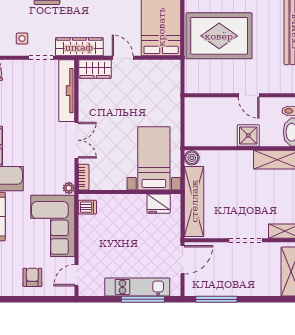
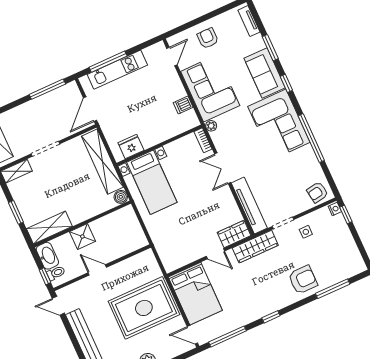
dishwasher: (87, 207) -> (183, 105), moved
armchair: (32, 277) -> (208, 38), turned 180

